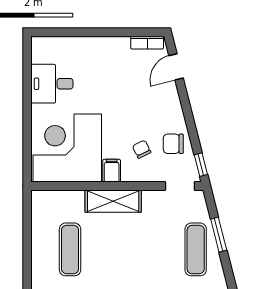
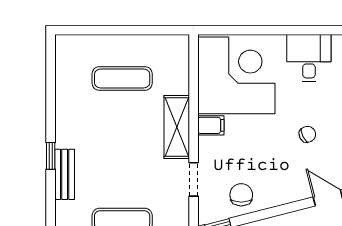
chair: (142, 149) -> (307, 134), moved
doorway: (180, 186) -> (194, 179), moved

